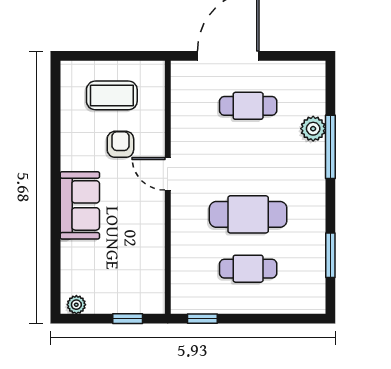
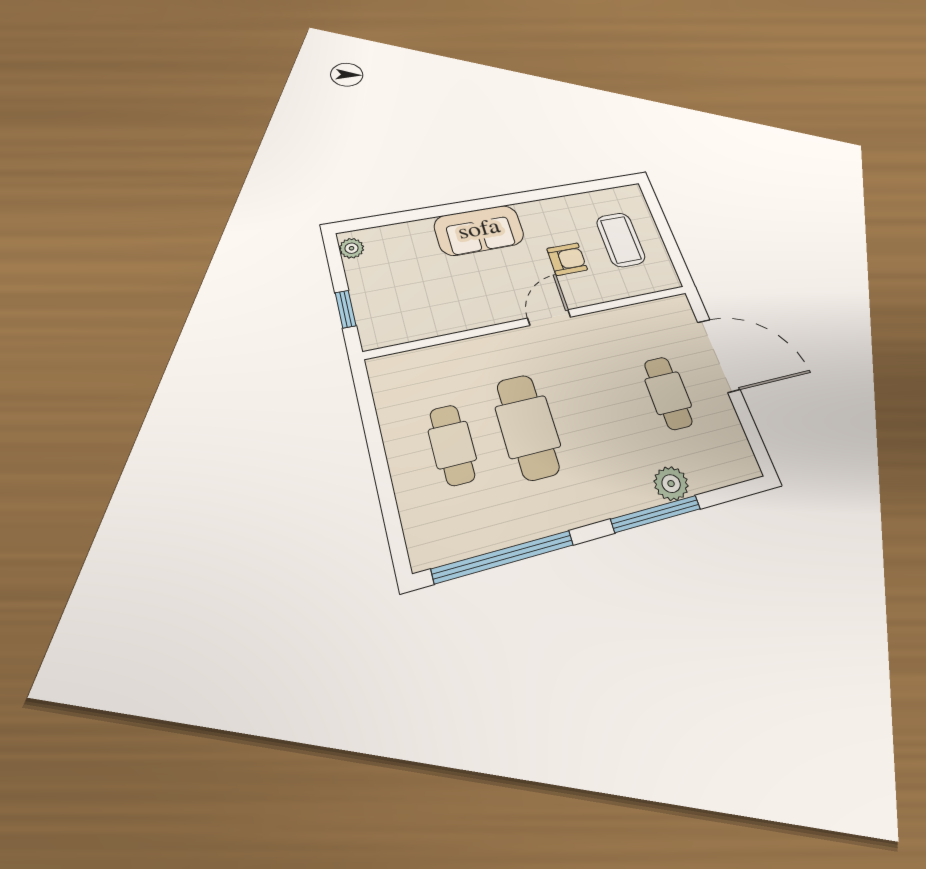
window: (330, 255) -> (503, 557), width x2.11
window: (202, 319) -> (366, 401), removed

